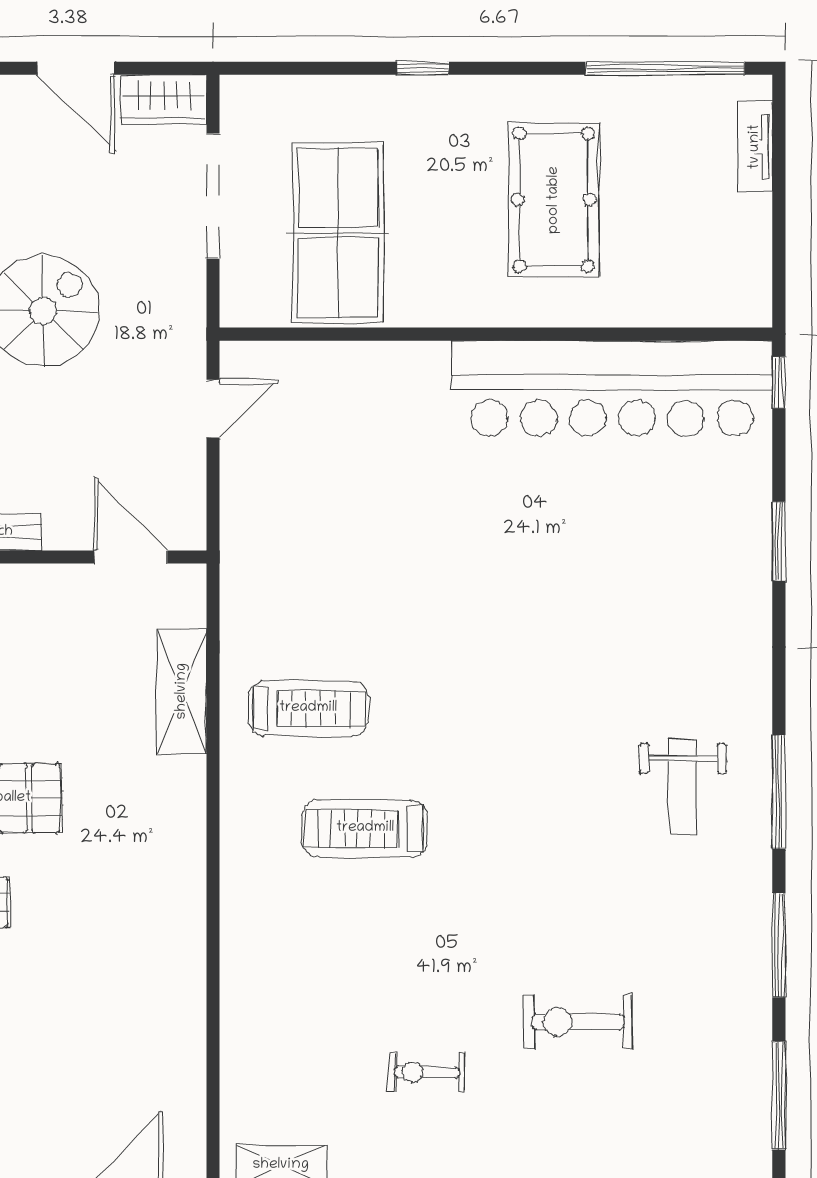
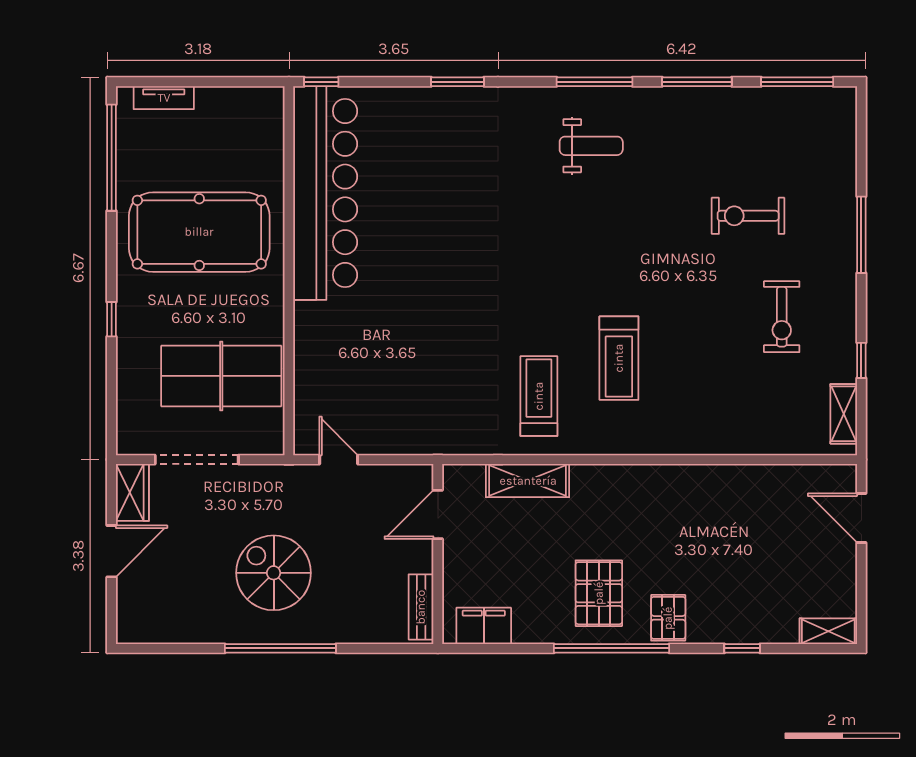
pool table: (554, 200) -> (199, 232), width x1.36, depth x1.32
window: (779, 541) -> (457, 82), moved
exercise bike: (578, 1022) -> (748, 216), turned 90
exercise bike: (427, 1072) -> (782, 317), width x1.38, depth x1.39

